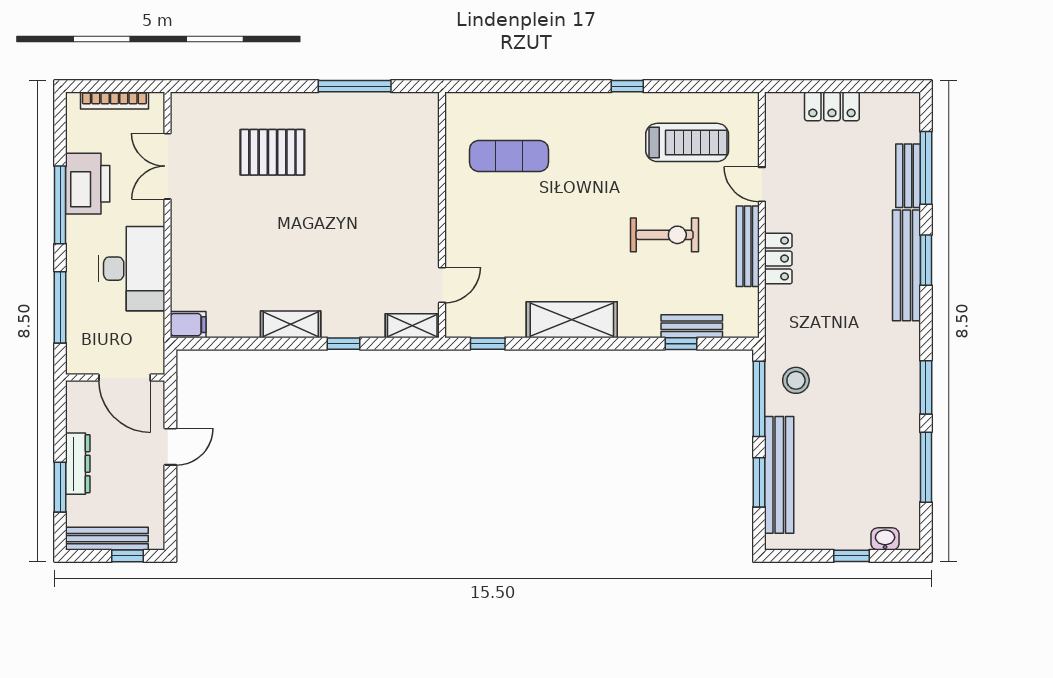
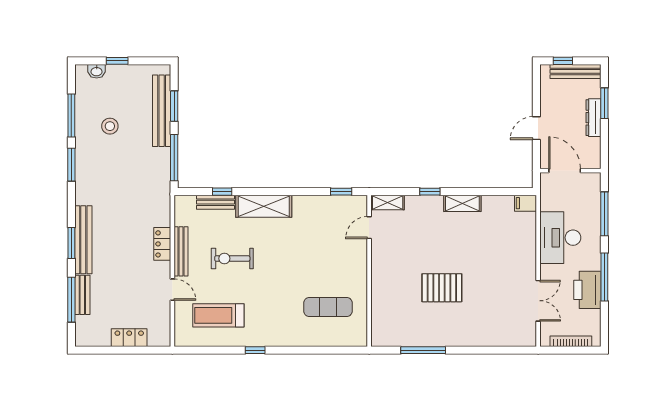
pallet: (272, 152) -> (442, 288), moved
shelving: (572, 320) -> (264, 206), moved
stool: (796, 380) -> (110, 126), moved

